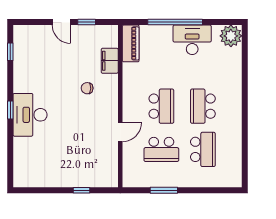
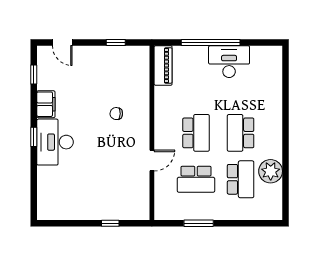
door: (61, 22) -> (62, 43), moved
plant: (231, 36) -> (271, 171), moved
filing cabinet: (110, 61) -> (46, 104), moved, turned 180

